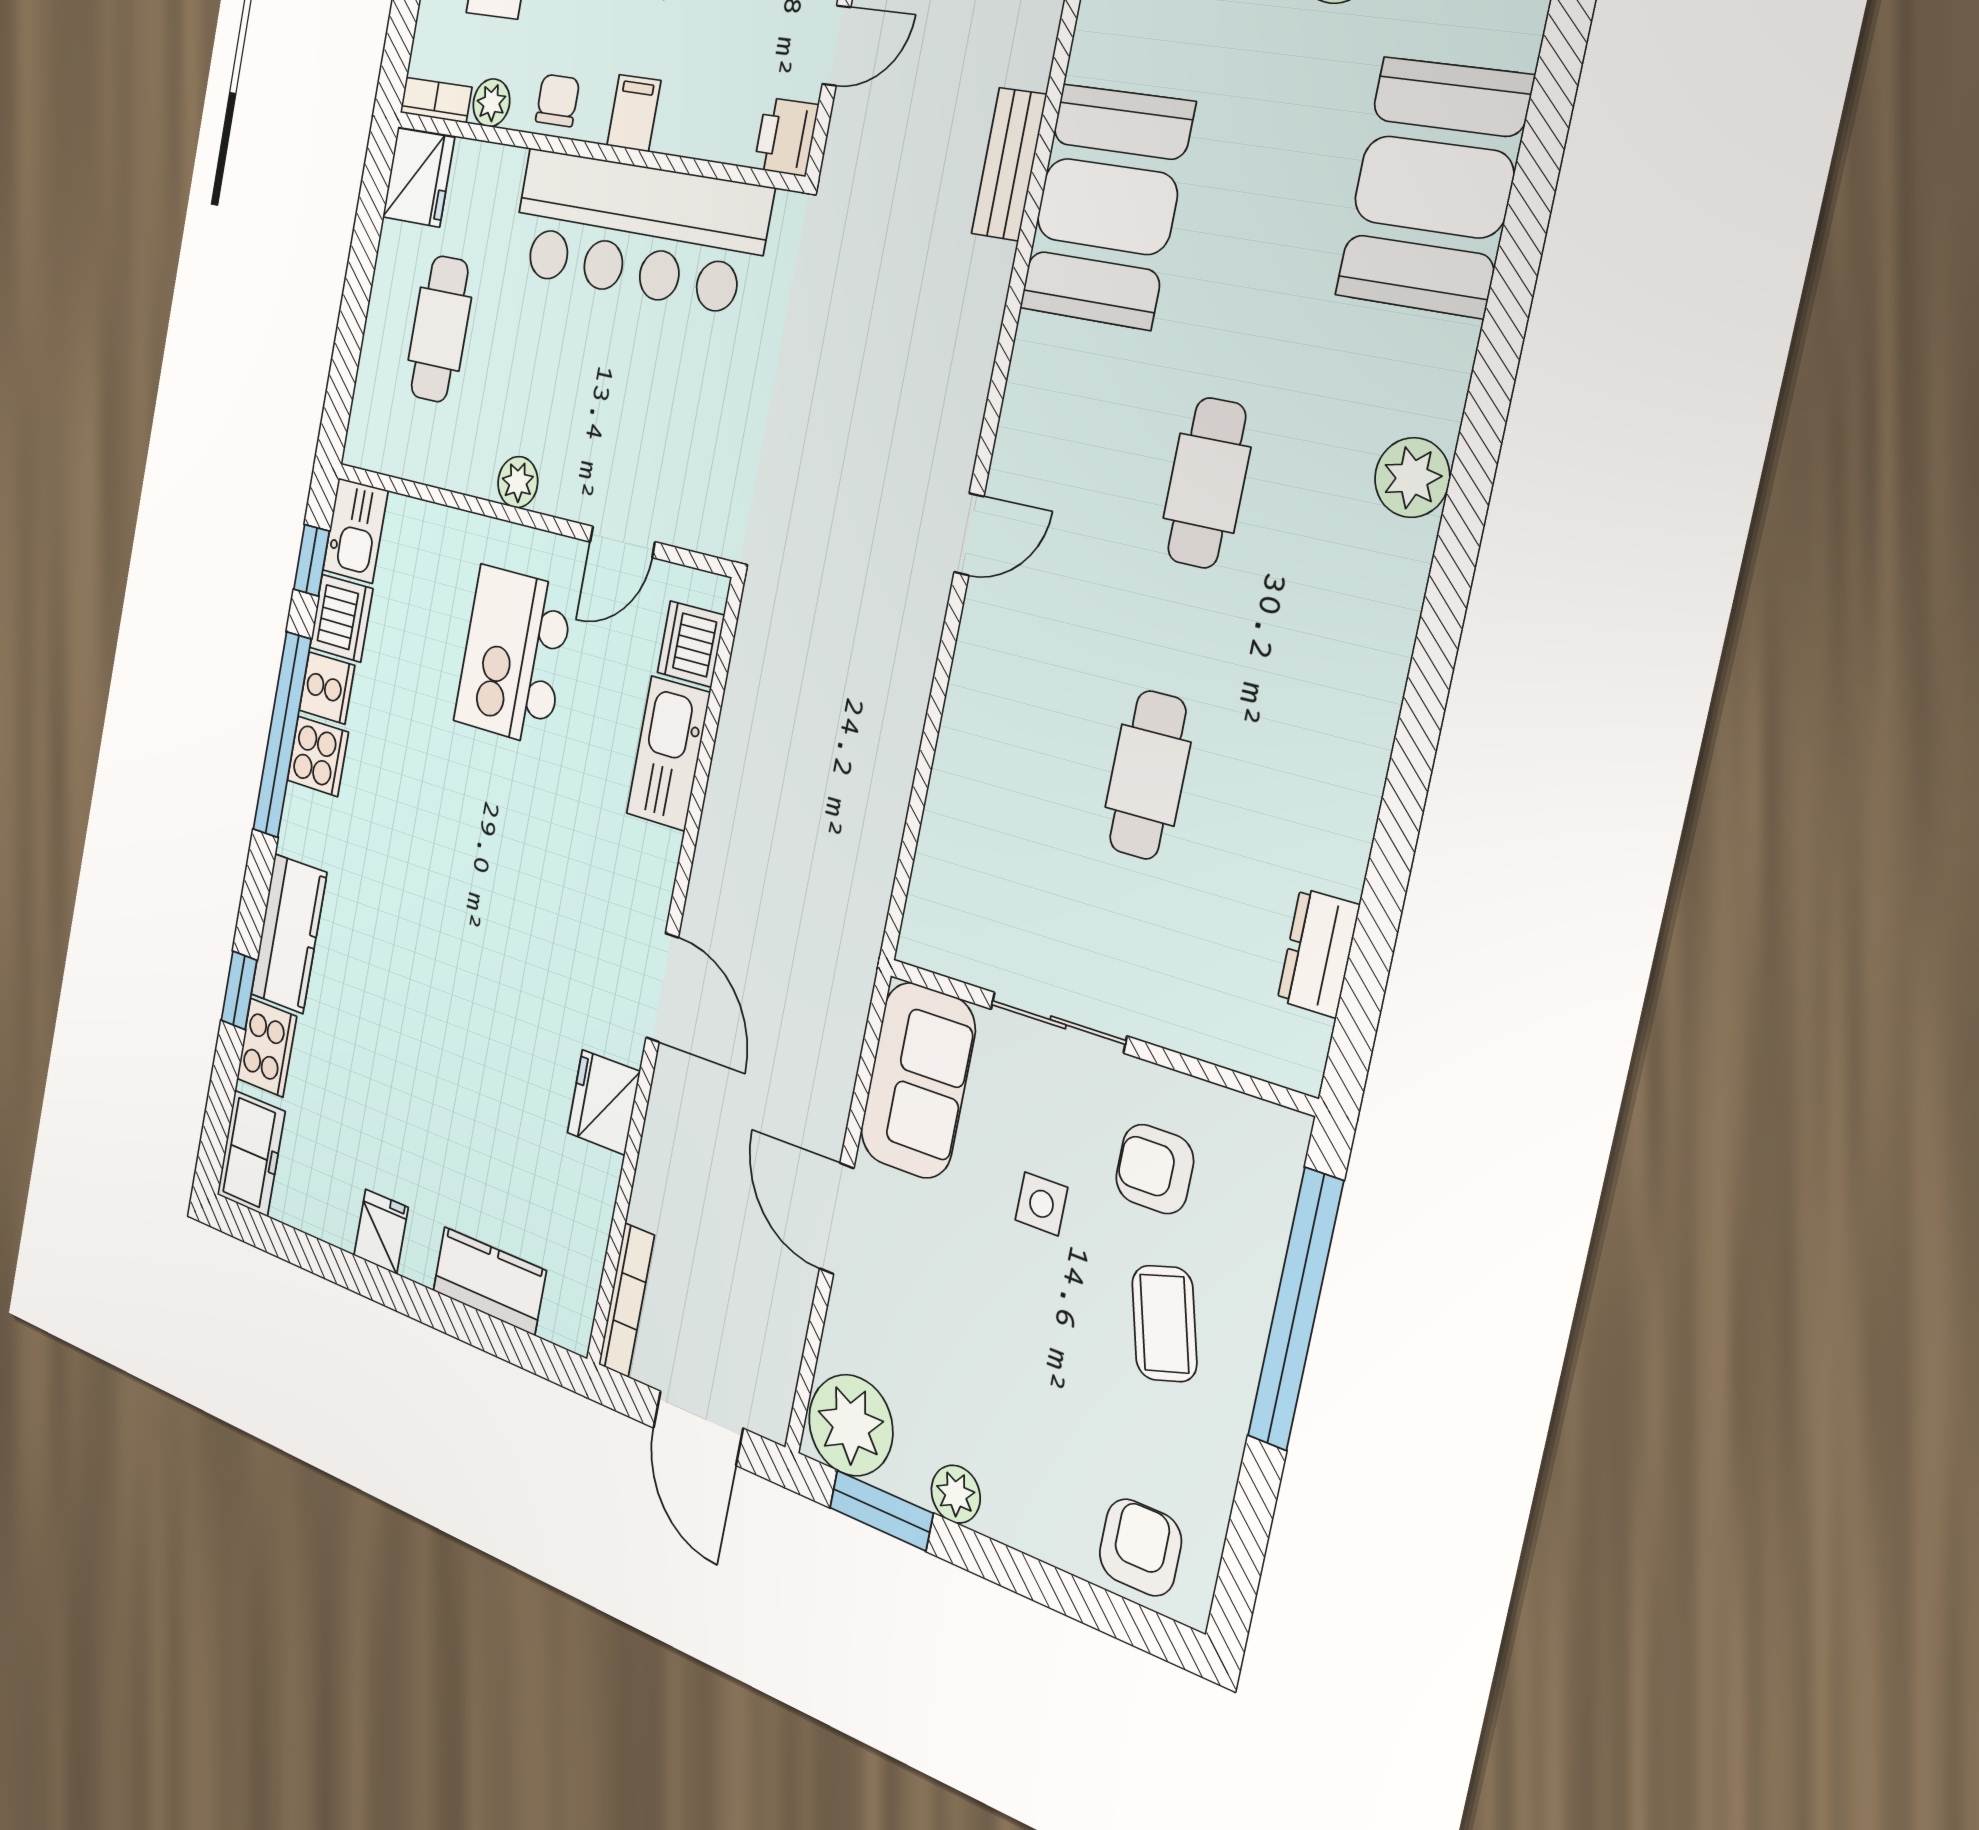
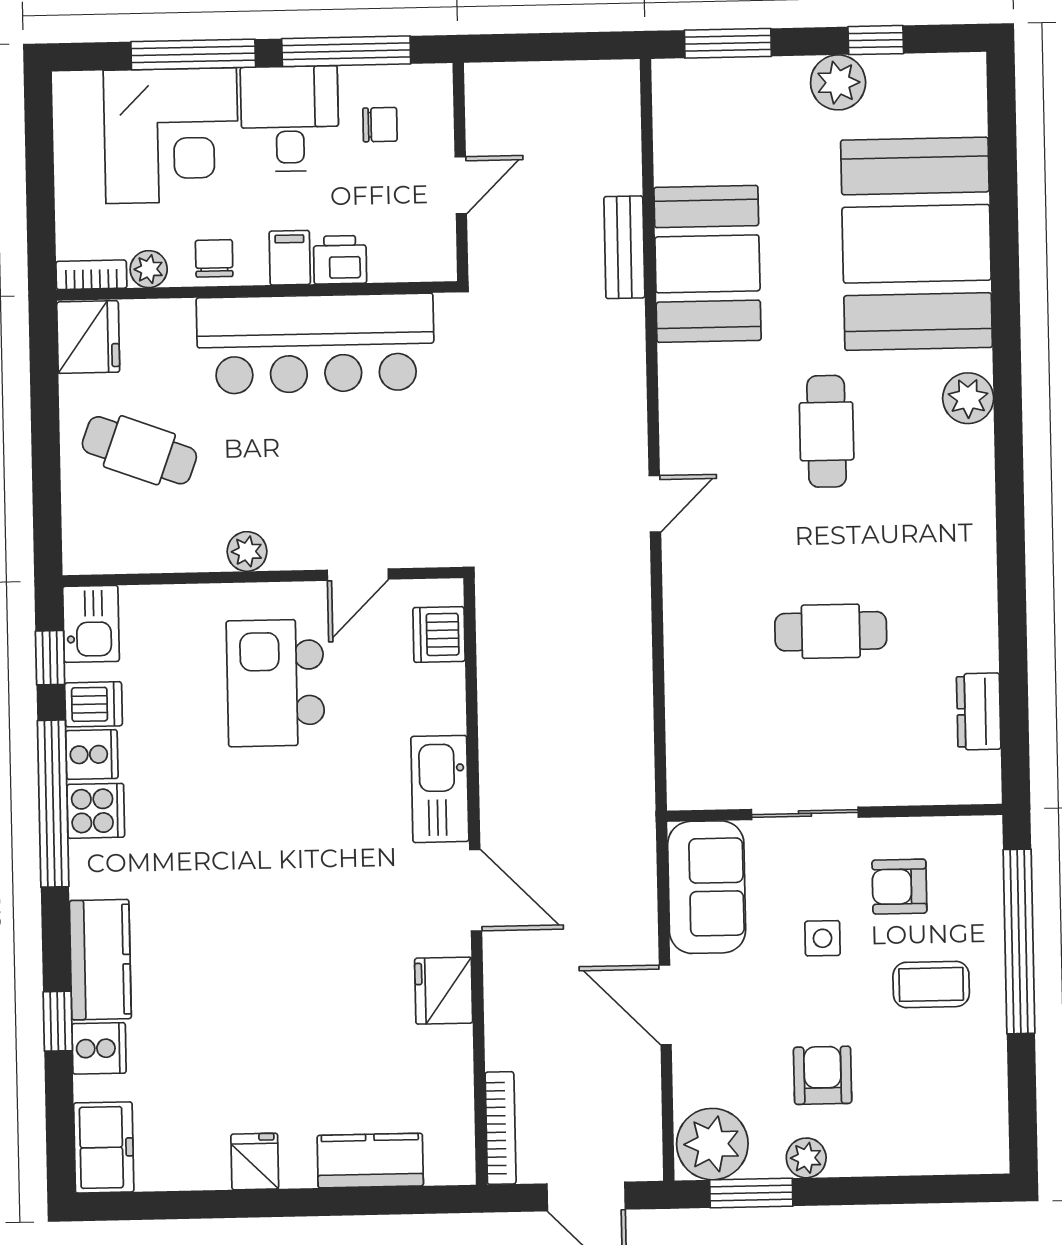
printer: (786, 137) -> (340, 260), moved, turned 90
booth: (1434, 187) -> (917, 244), width x1.36, depth x1.42
cafe table: (440, 329) -> (139, 450), turned -70
dishwasher: (341, 618) -> (94, 704), width x0.73
kitchen sink: (668, 753) -> (440, 789), moved
cafe table: (1148, 775) -> (831, 631), turned 90
cooker: (267, 1048) -> (99, 1048), width x0.73
coffee table: (1164, 1324) -> (931, 984), turned -74
armchair: (1140, 1547) -> (823, 1075), moved

